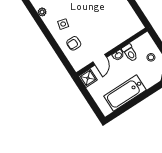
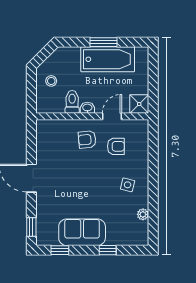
armchair: (106, 36) -> (87, 139), added
armchair: (74, 43) -> (116, 146), moved
window: (134, 102) -> (104, 42), added

